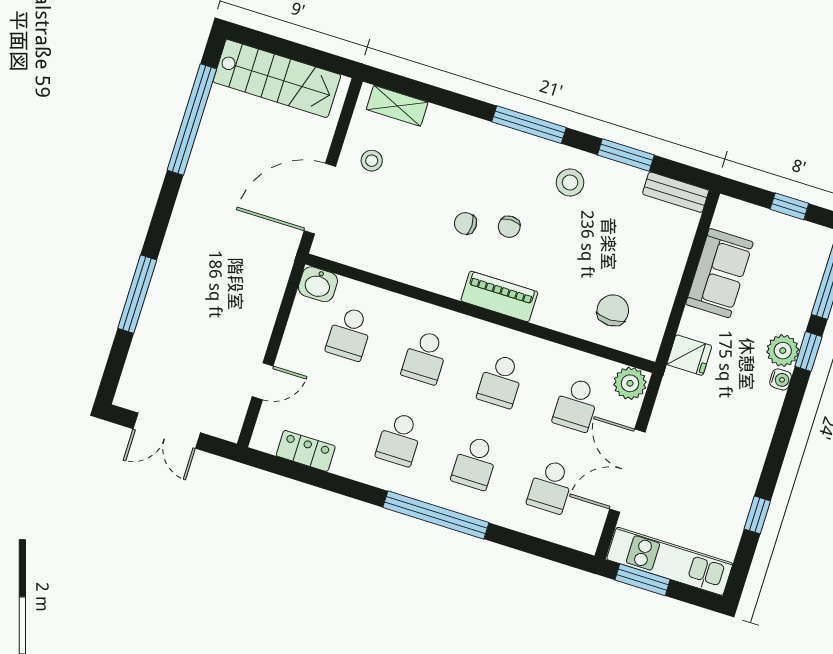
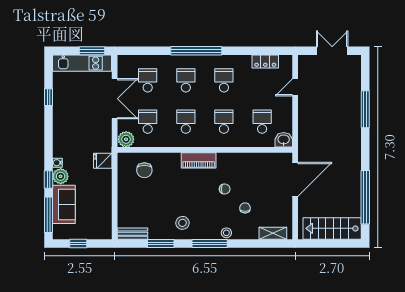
stool: (372, 161) -> (226, 233), moved
chair: (509, 227) -> (245, 208), moved
sofa: (719, 273) -> (64, 204), moved, turned 180

